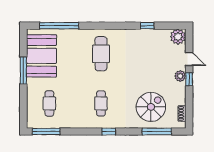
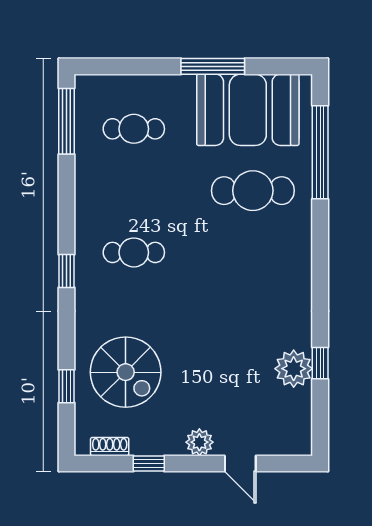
plant: (178, 37) -> (294, 369), moved
cafe table: (101, 54) -> (253, 191), moved
door: (189, 59) -> (240, 463), hinge flipped
window: (189, 79) -> (149, 463), moved
window: (157, 132) -> (67, 386), width x0.46

